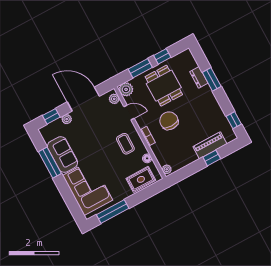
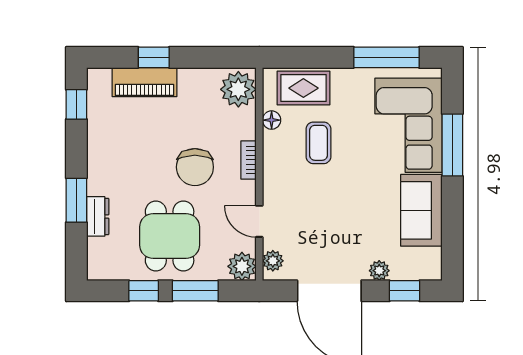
coffee table: (125, 144) -> (318, 143), moved
window: (50, 163) -> (452, 145), moved
plant: (167, 169) -> (238, 89), width x1.87, depth x1.87

